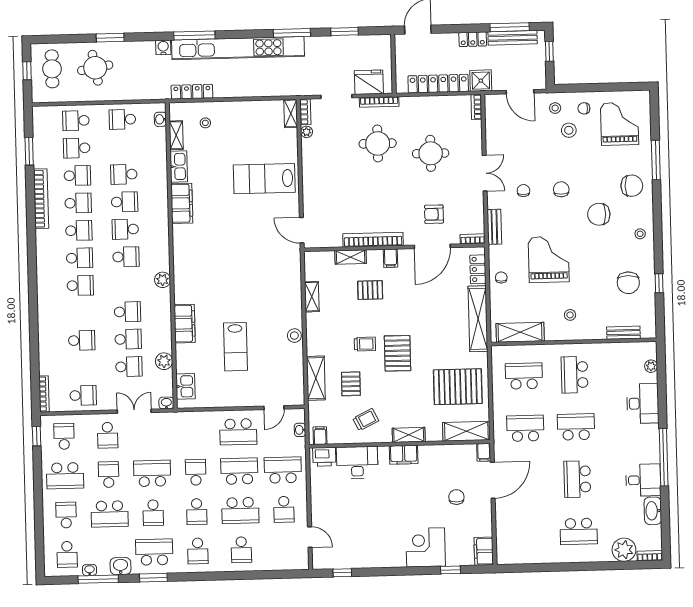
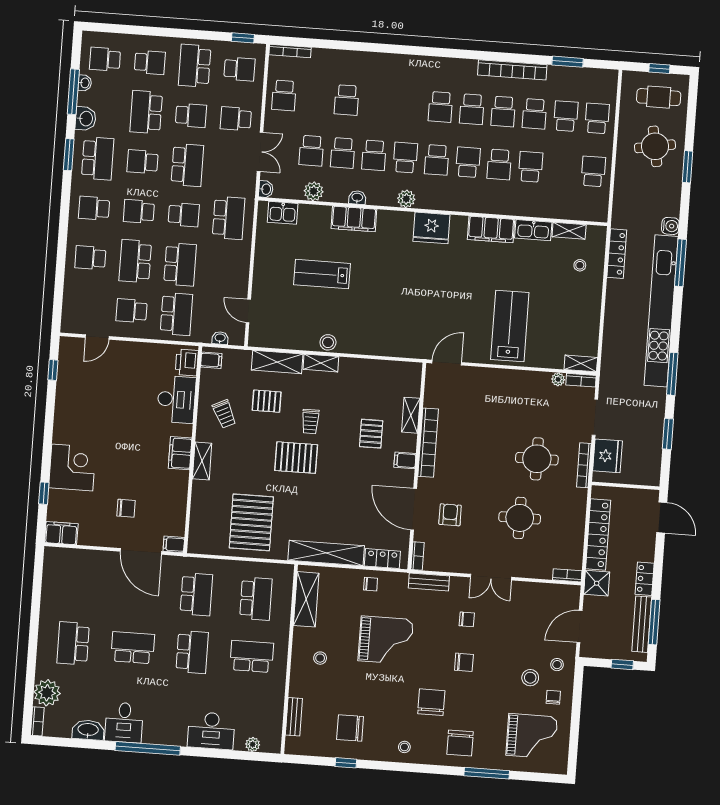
washbasin: (160, 119) -> (357, 198), moved
fridge: (186, 255) -> (431, 228), added
school desk: (80, 285) -> (405, 158), moved, turned 180
shelving: (312, 297) -> (321, 363), moved
shelving: (466, 431) -> (200, 527), removed
school desk: (238, 432) -> (229, 218), moved, turned 180

